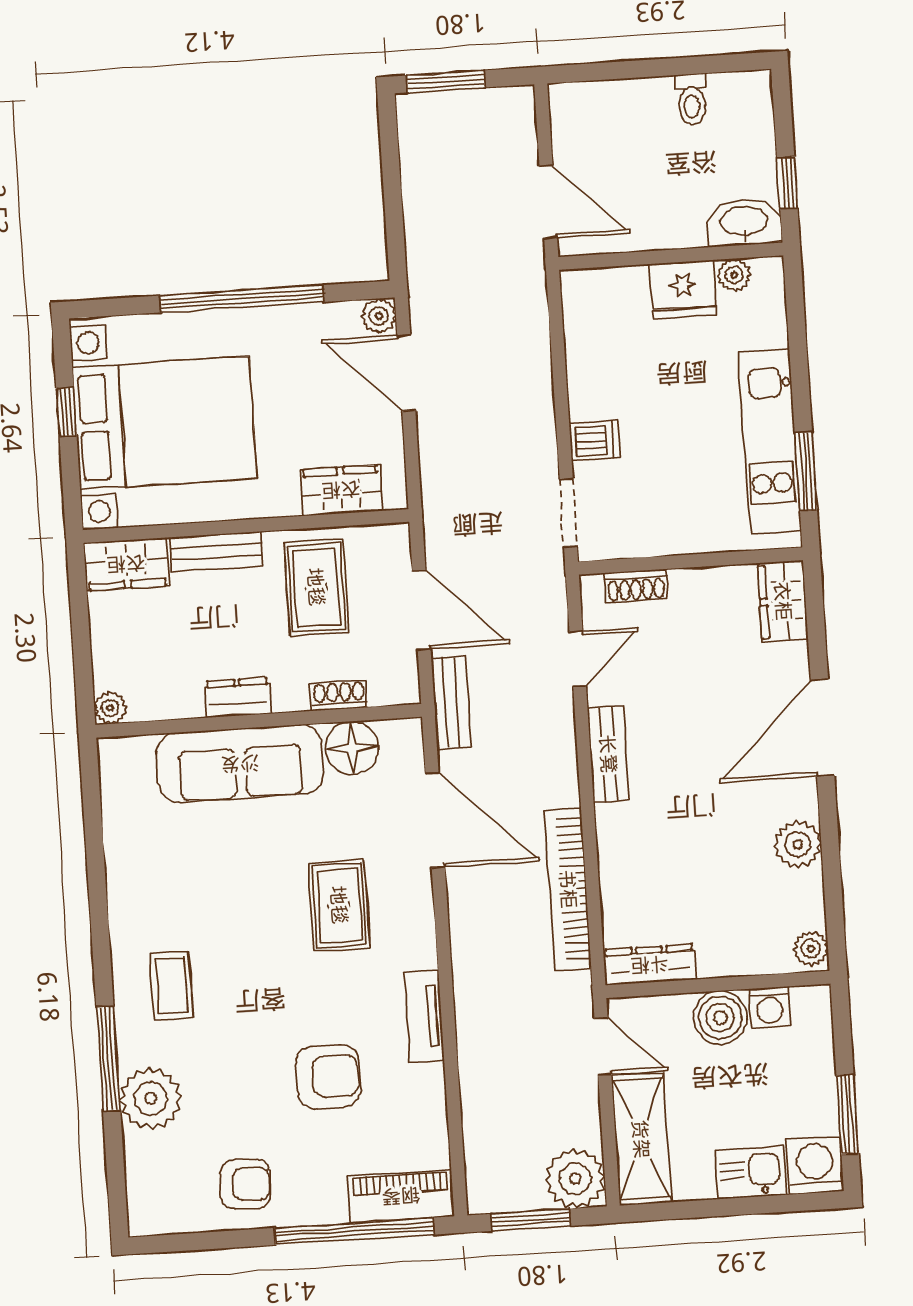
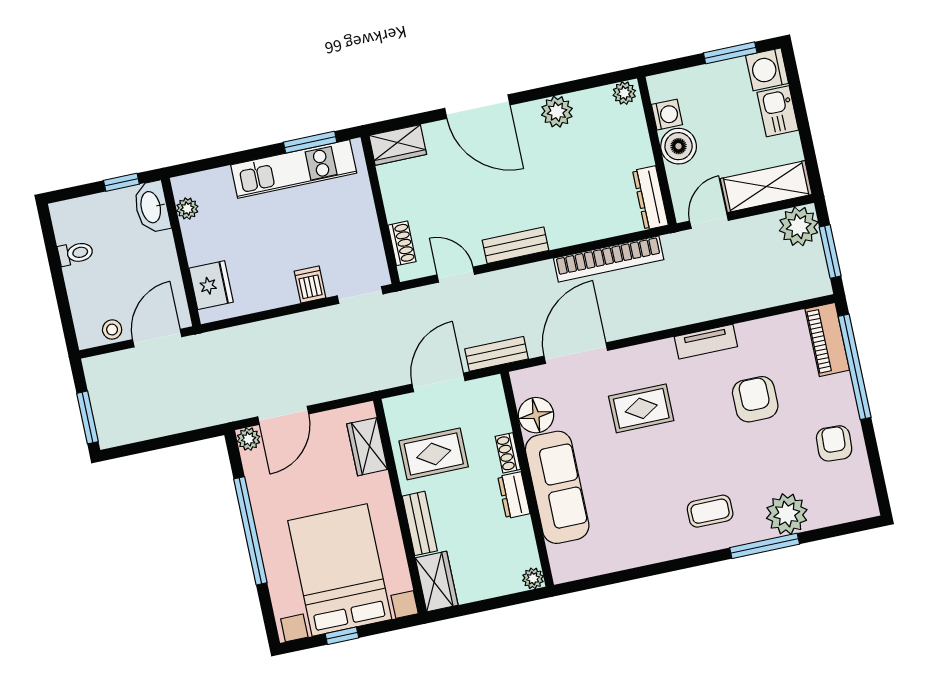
stool: (571, 137) -> (112, 330), added
fridge: (683, 289) -> (211, 285), moved
shoe rack: (339, 695) -> (508, 453), moved

